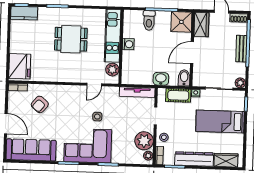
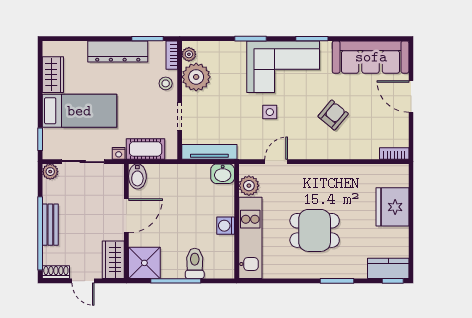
fridge: (20, 66) -> (392, 207), moved
washbasin: (161, 79) -> (223, 174), moved
armchair: (40, 104) -> (333, 115), moved
wardrobe: (226, 160) -> (53, 75), moved, turned -90

